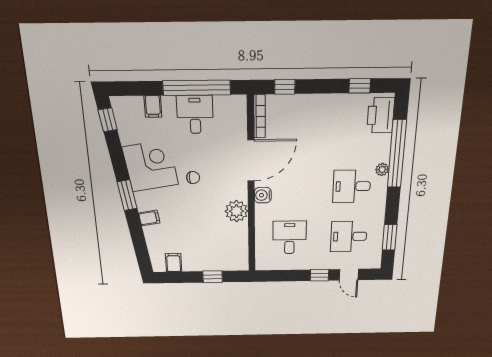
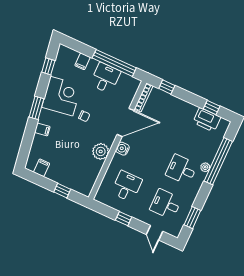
printer: (381, 115) -> (207, 120), moved, turned -90
window: (108, 120) -> (48, 66), moved
window: (319, 275) -> (124, 219), moved

